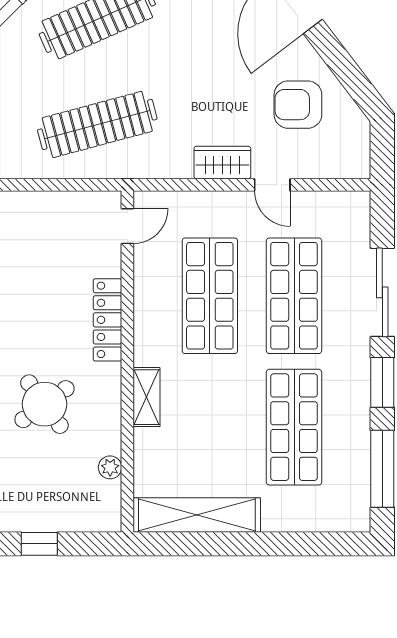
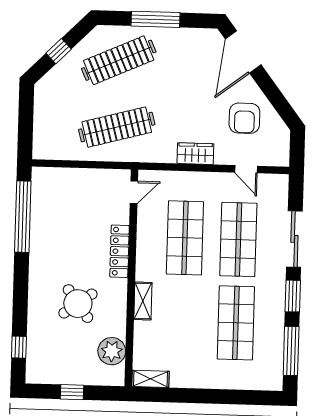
armchair: (298, 105) -> (244, 118), turned -90
door: (272, 185) -> (246, 169), moved
plant: (110, 467) -> (112, 351), width x1.88, depth x1.88
shelving: (197, 515) -> (150, 379), width x0.45, depth x0.75

